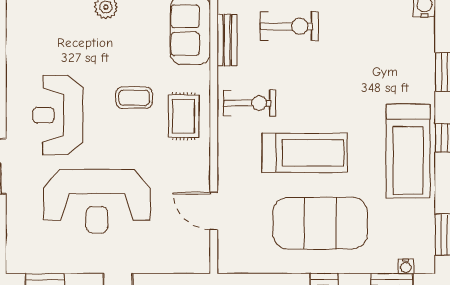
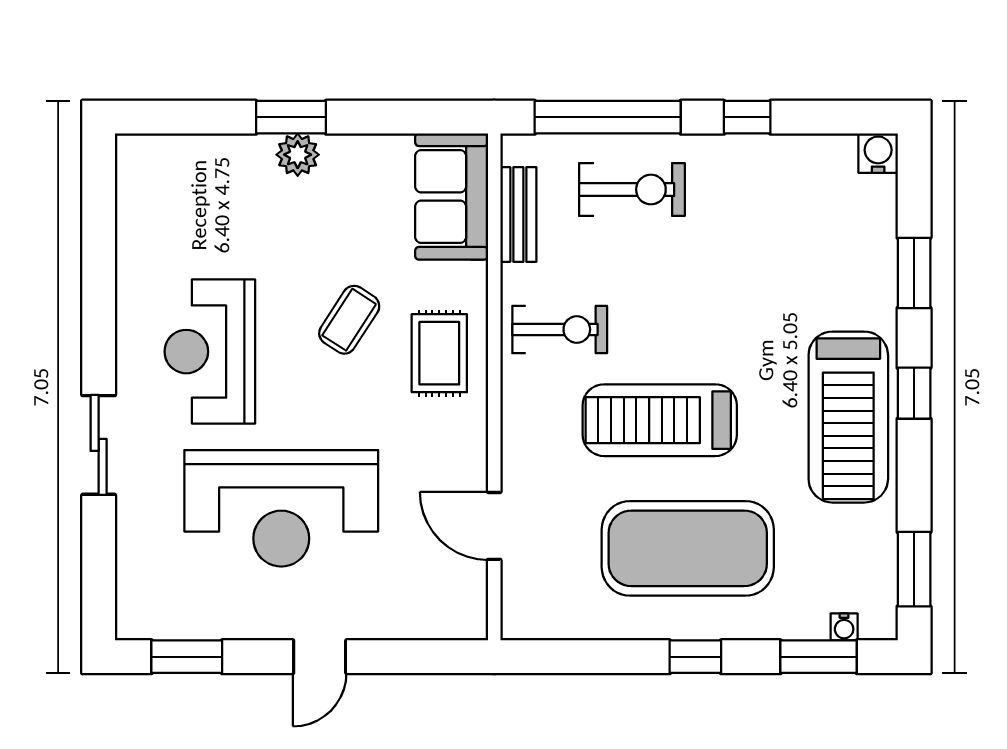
coffee table: (134, 98) -> (349, 320), turned -57
treadmill: (305, 153) -> (660, 420), turned 180

